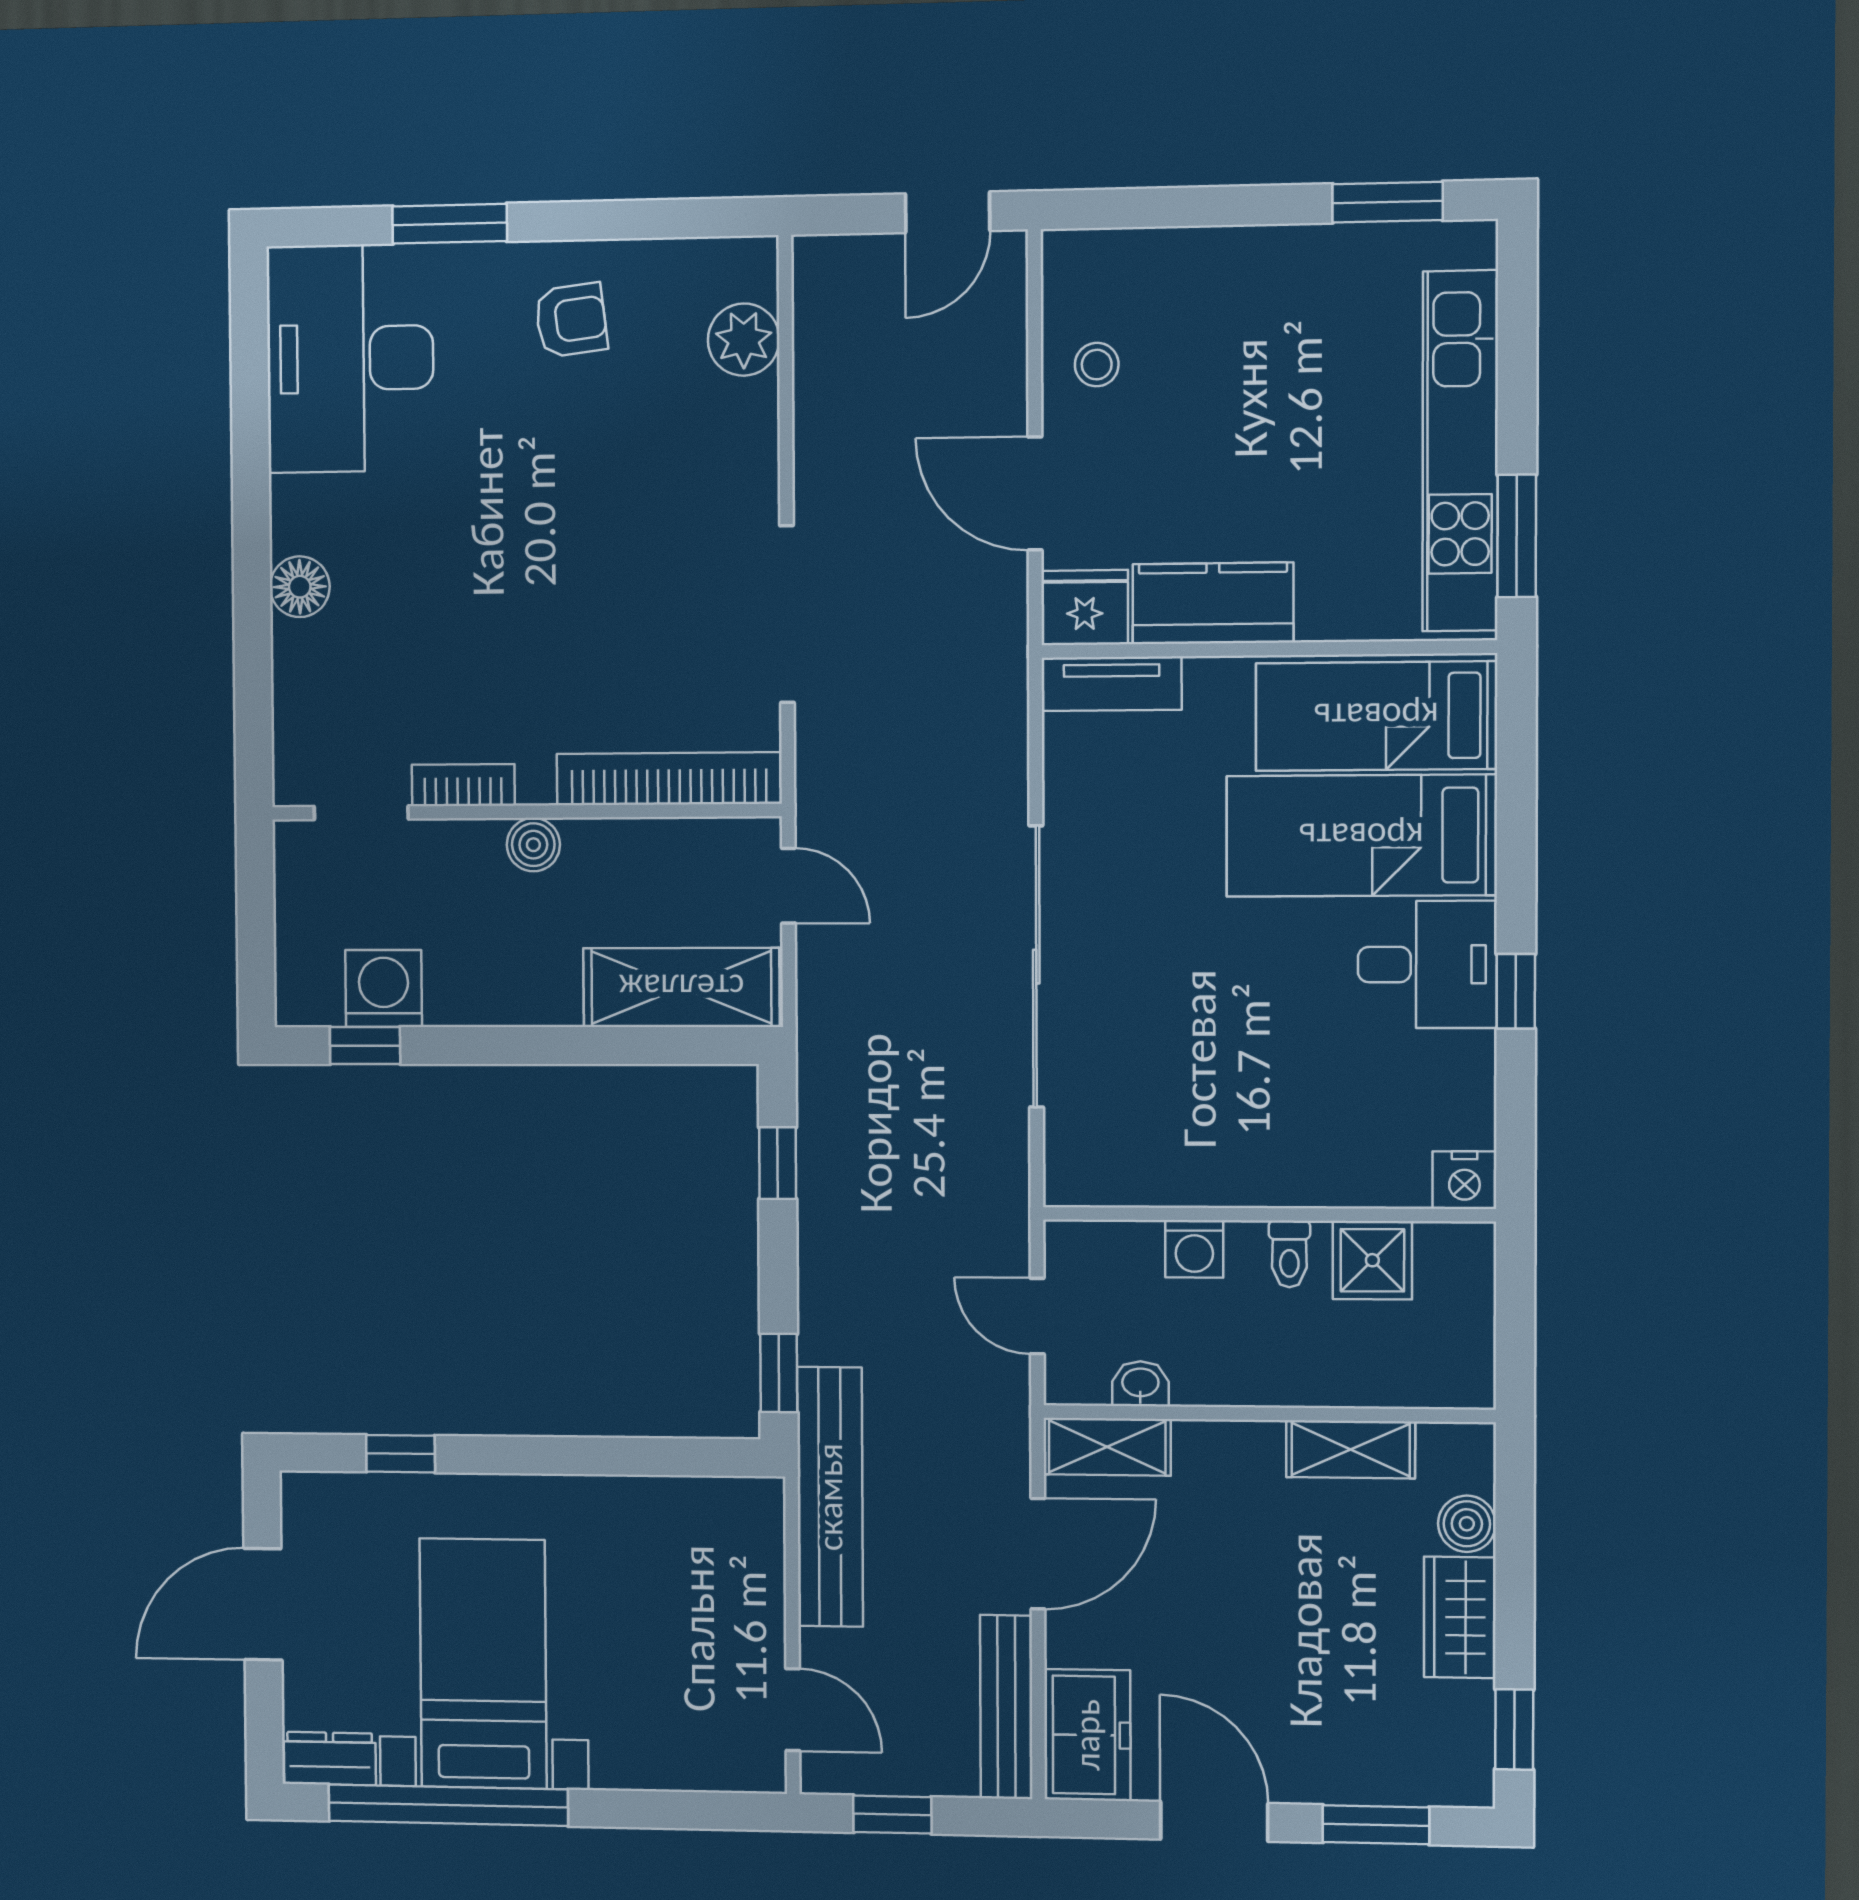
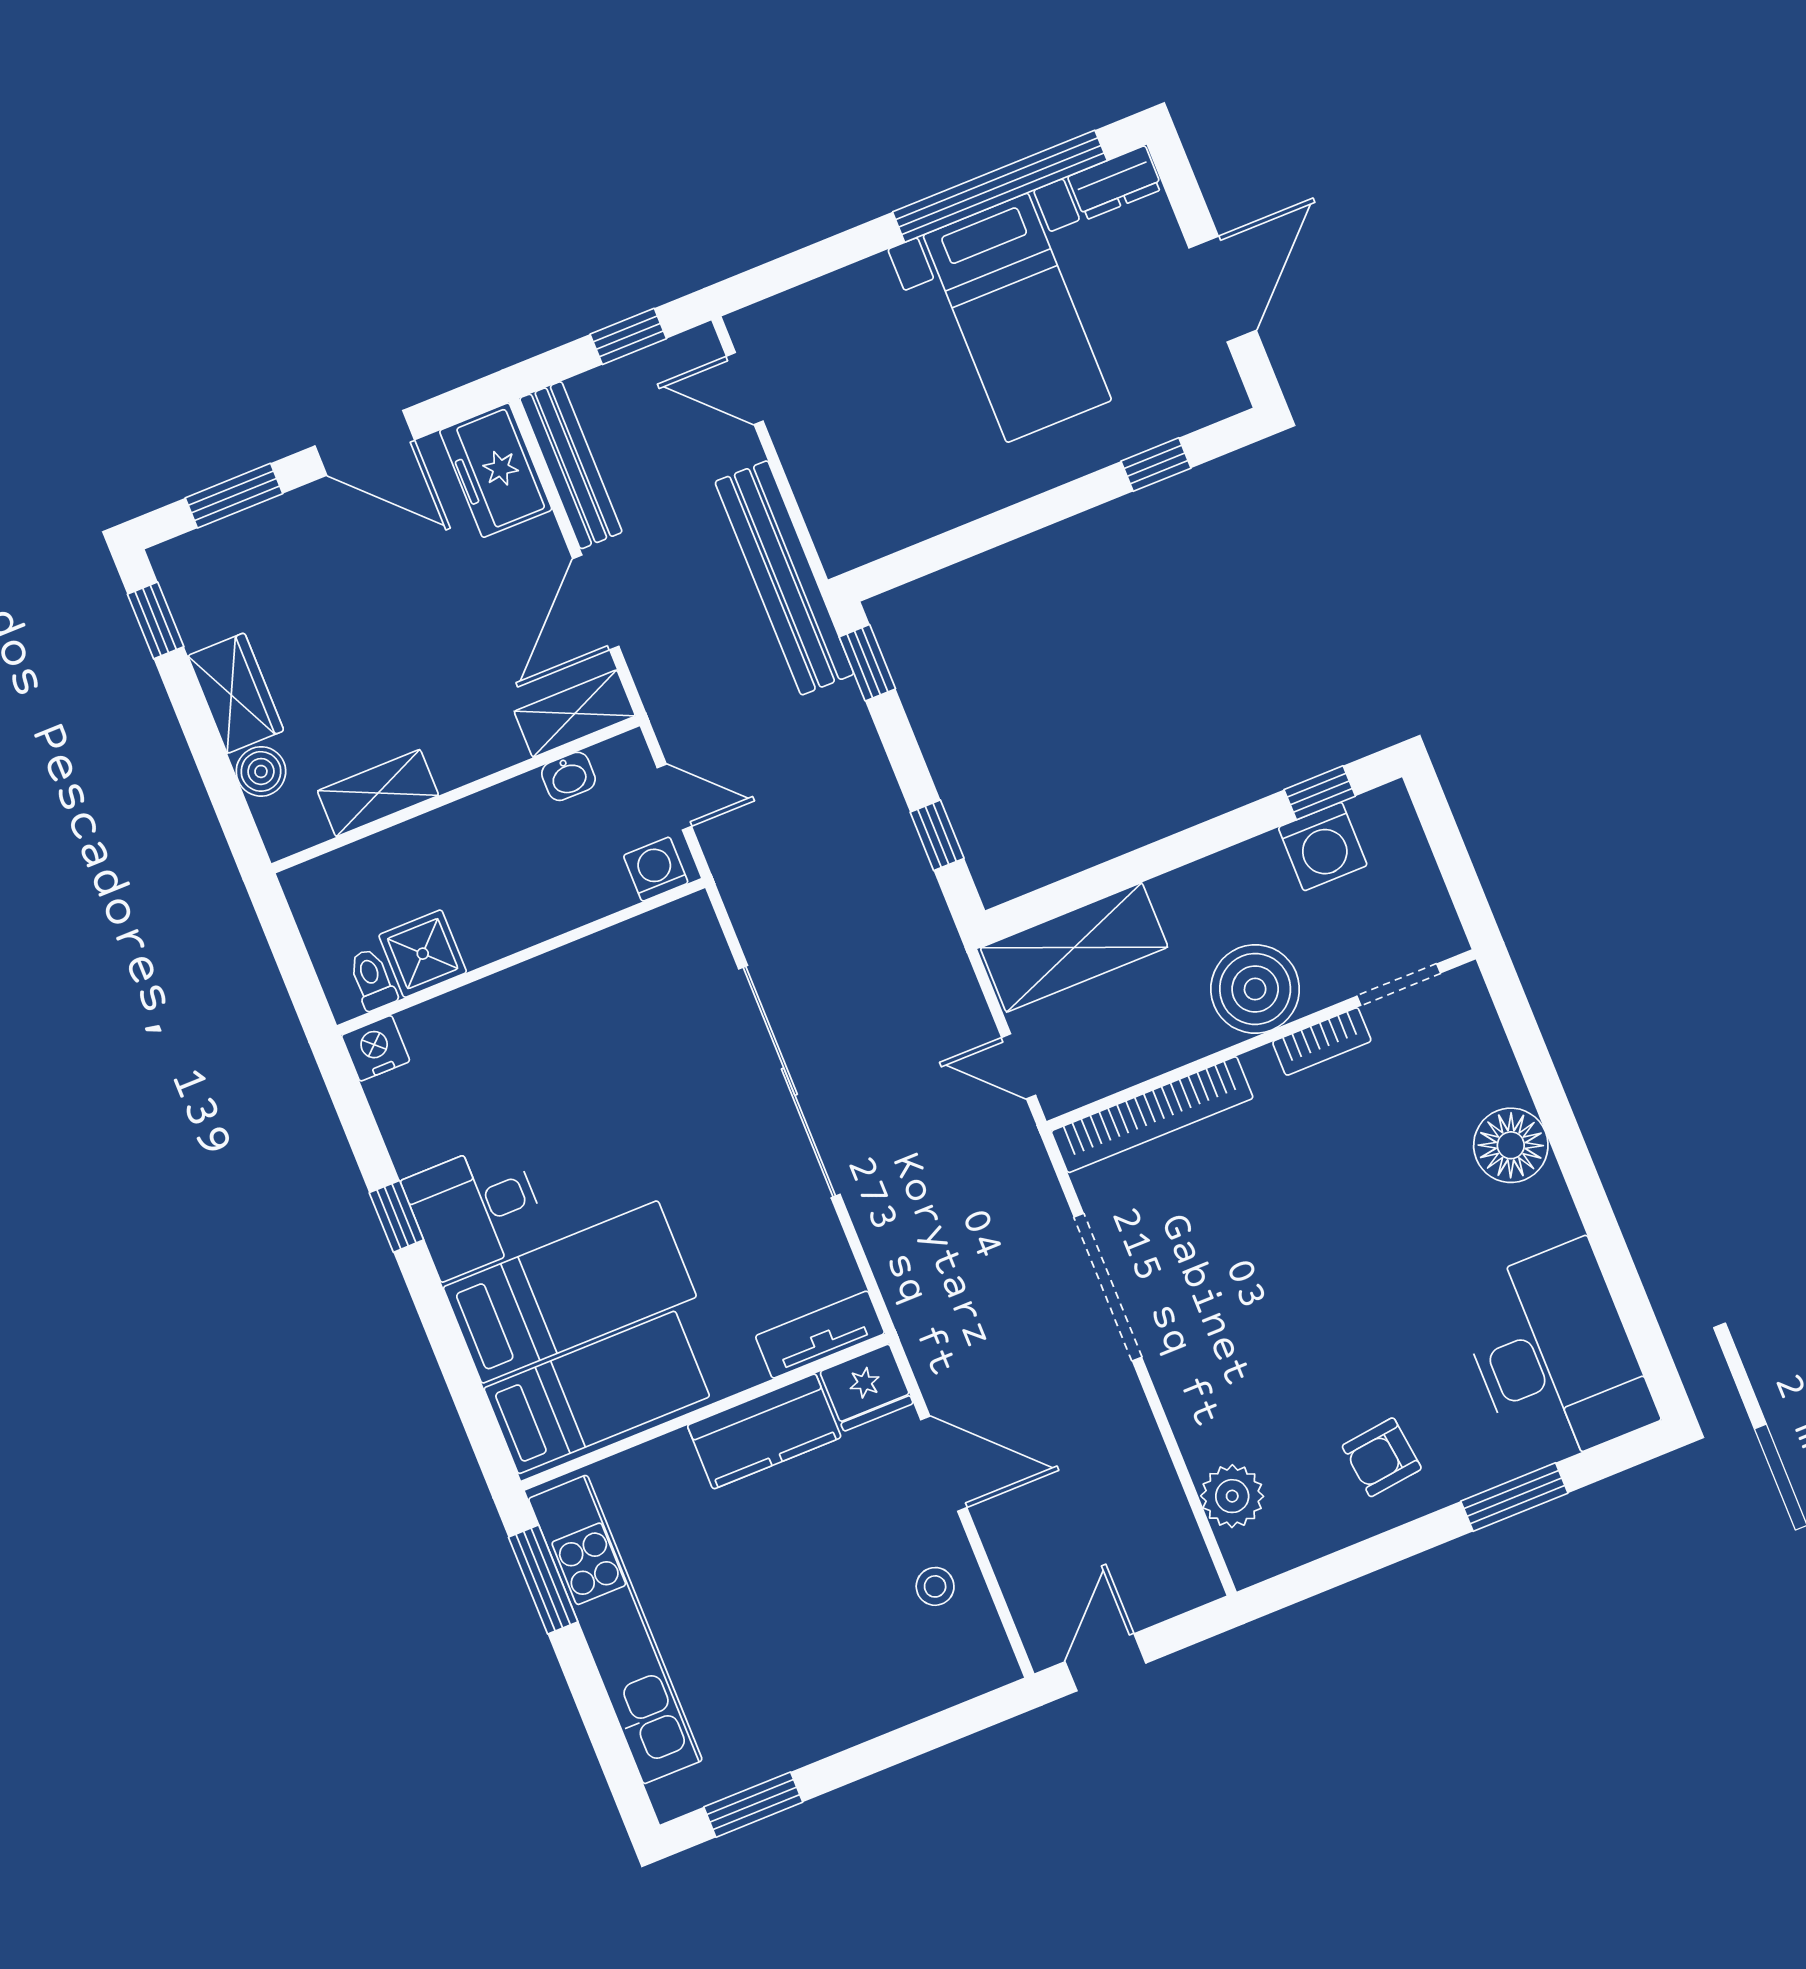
floor lamp: (300, 587) -> (1511, 1145), width x1.38, depth x1.38
boiler: (533, 845) -> (1255, 989), width x1.86, depth x1.86
washing machine: (1194, 1249) -> (656, 869), moved
toilet: (1289, 1254) -> (372, 979), moved

